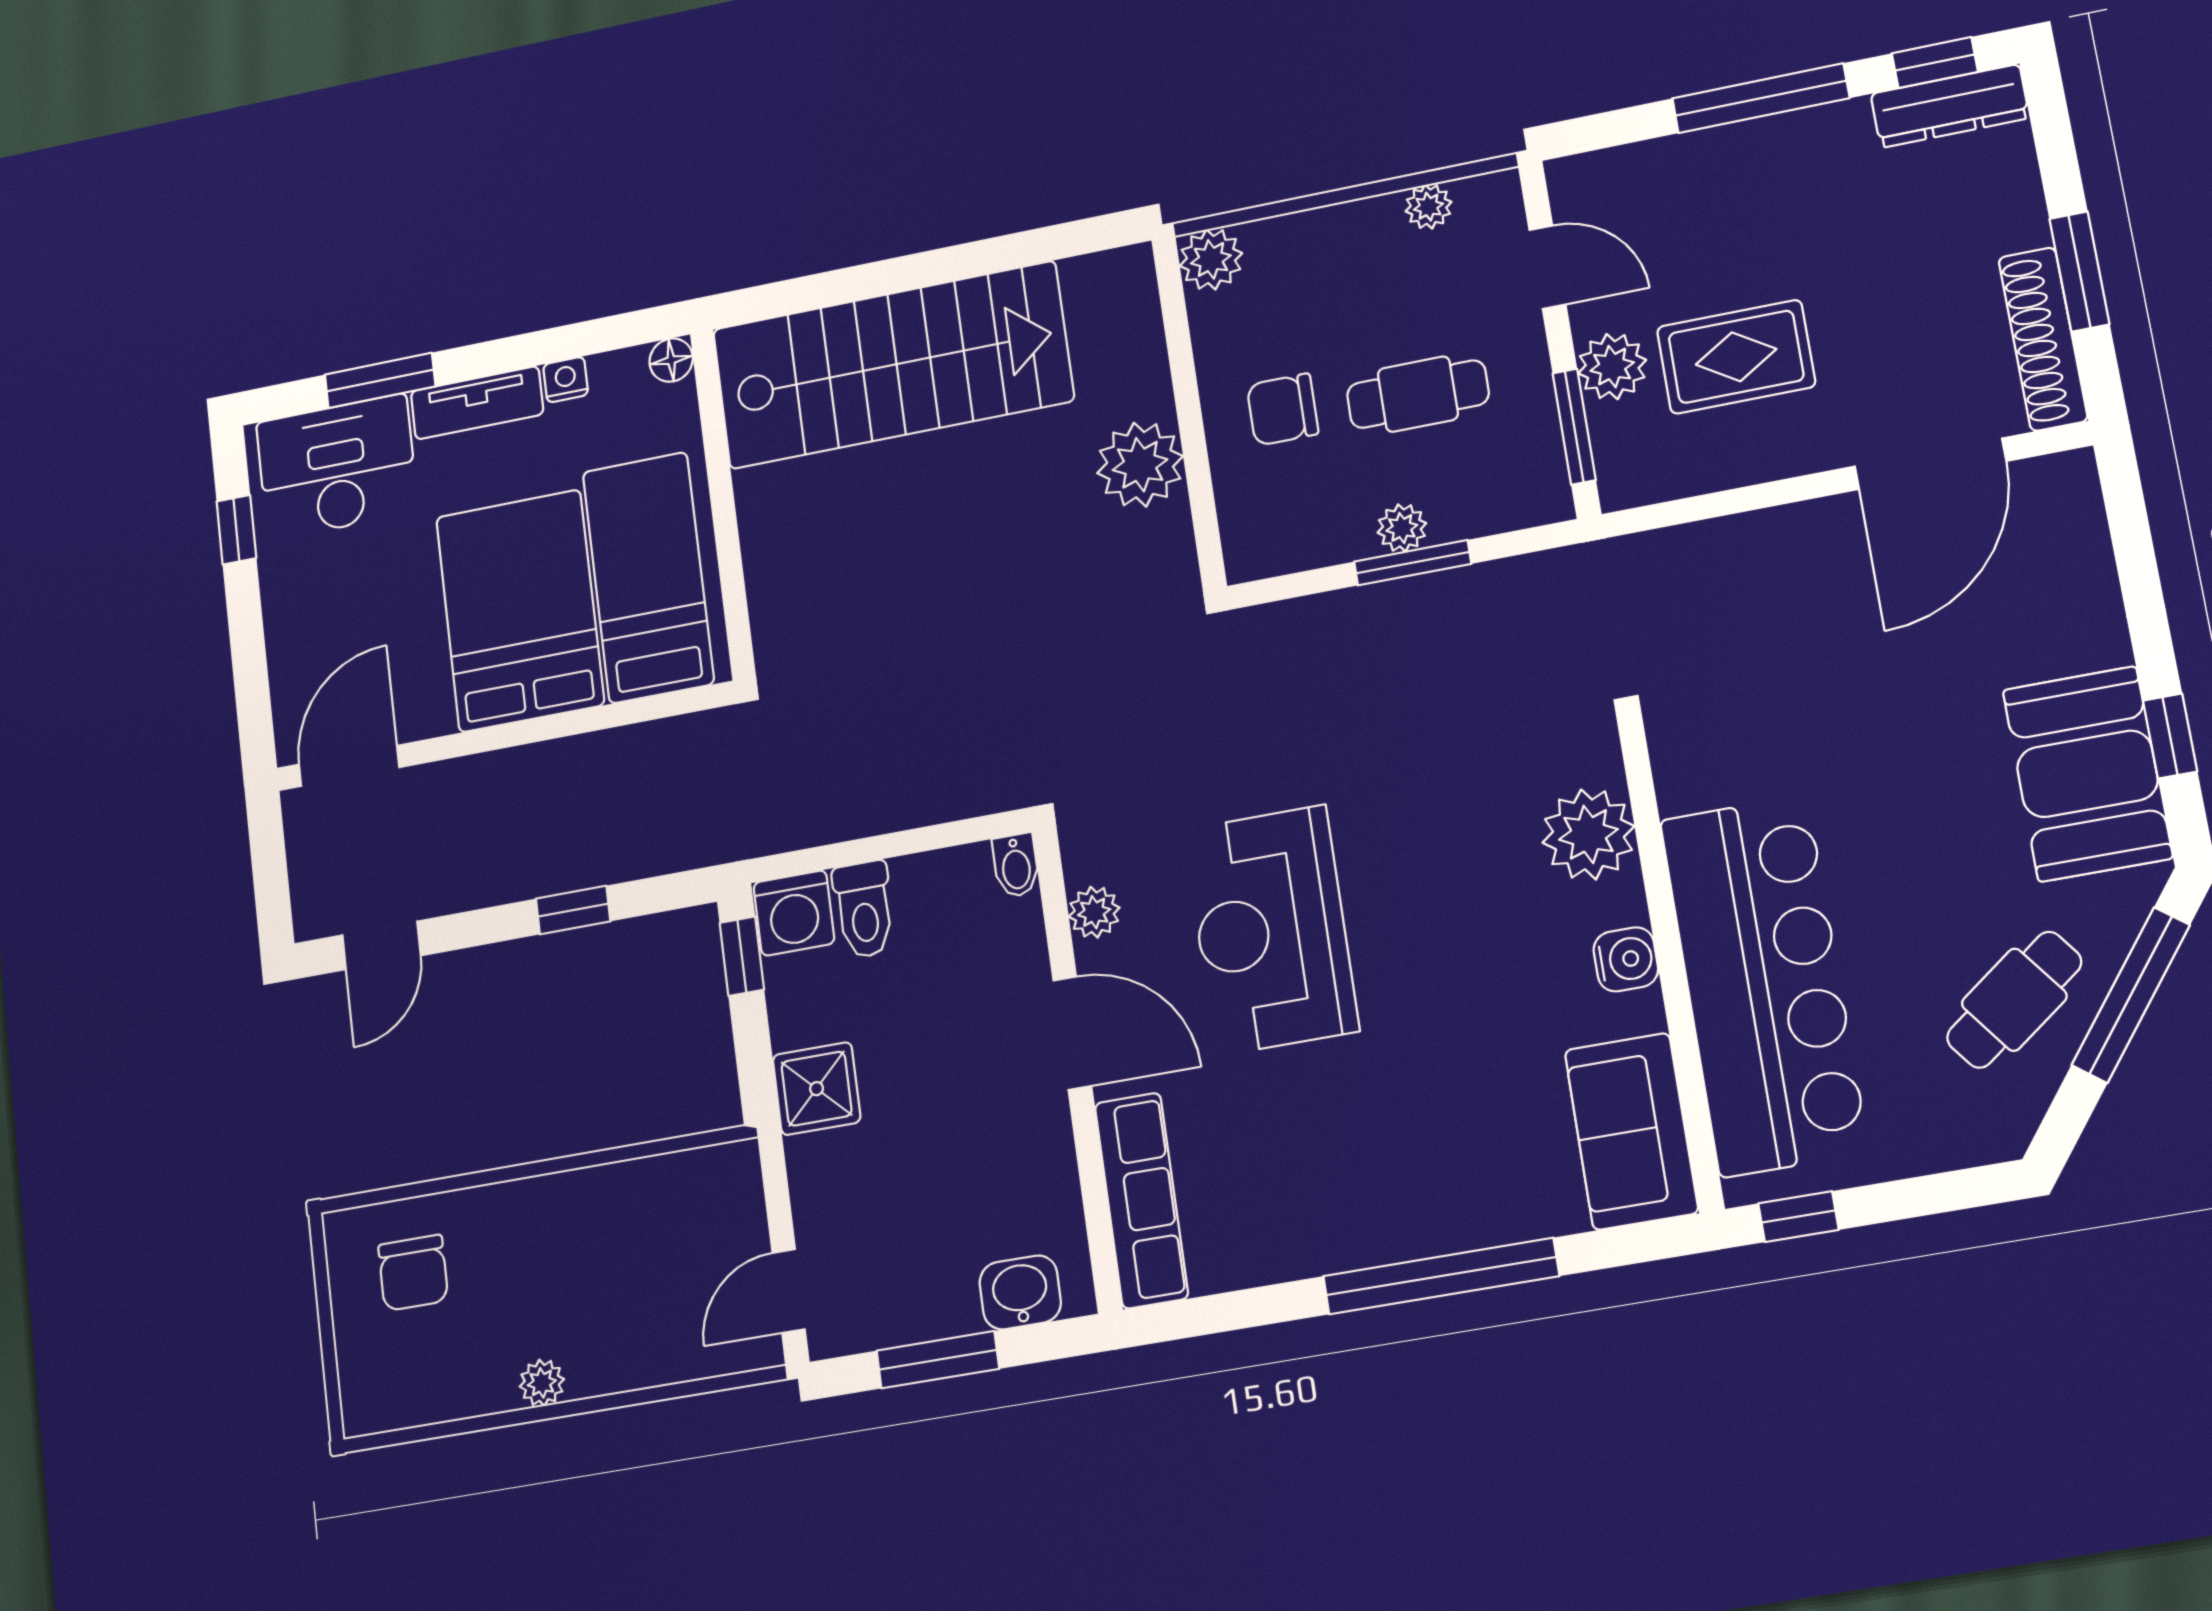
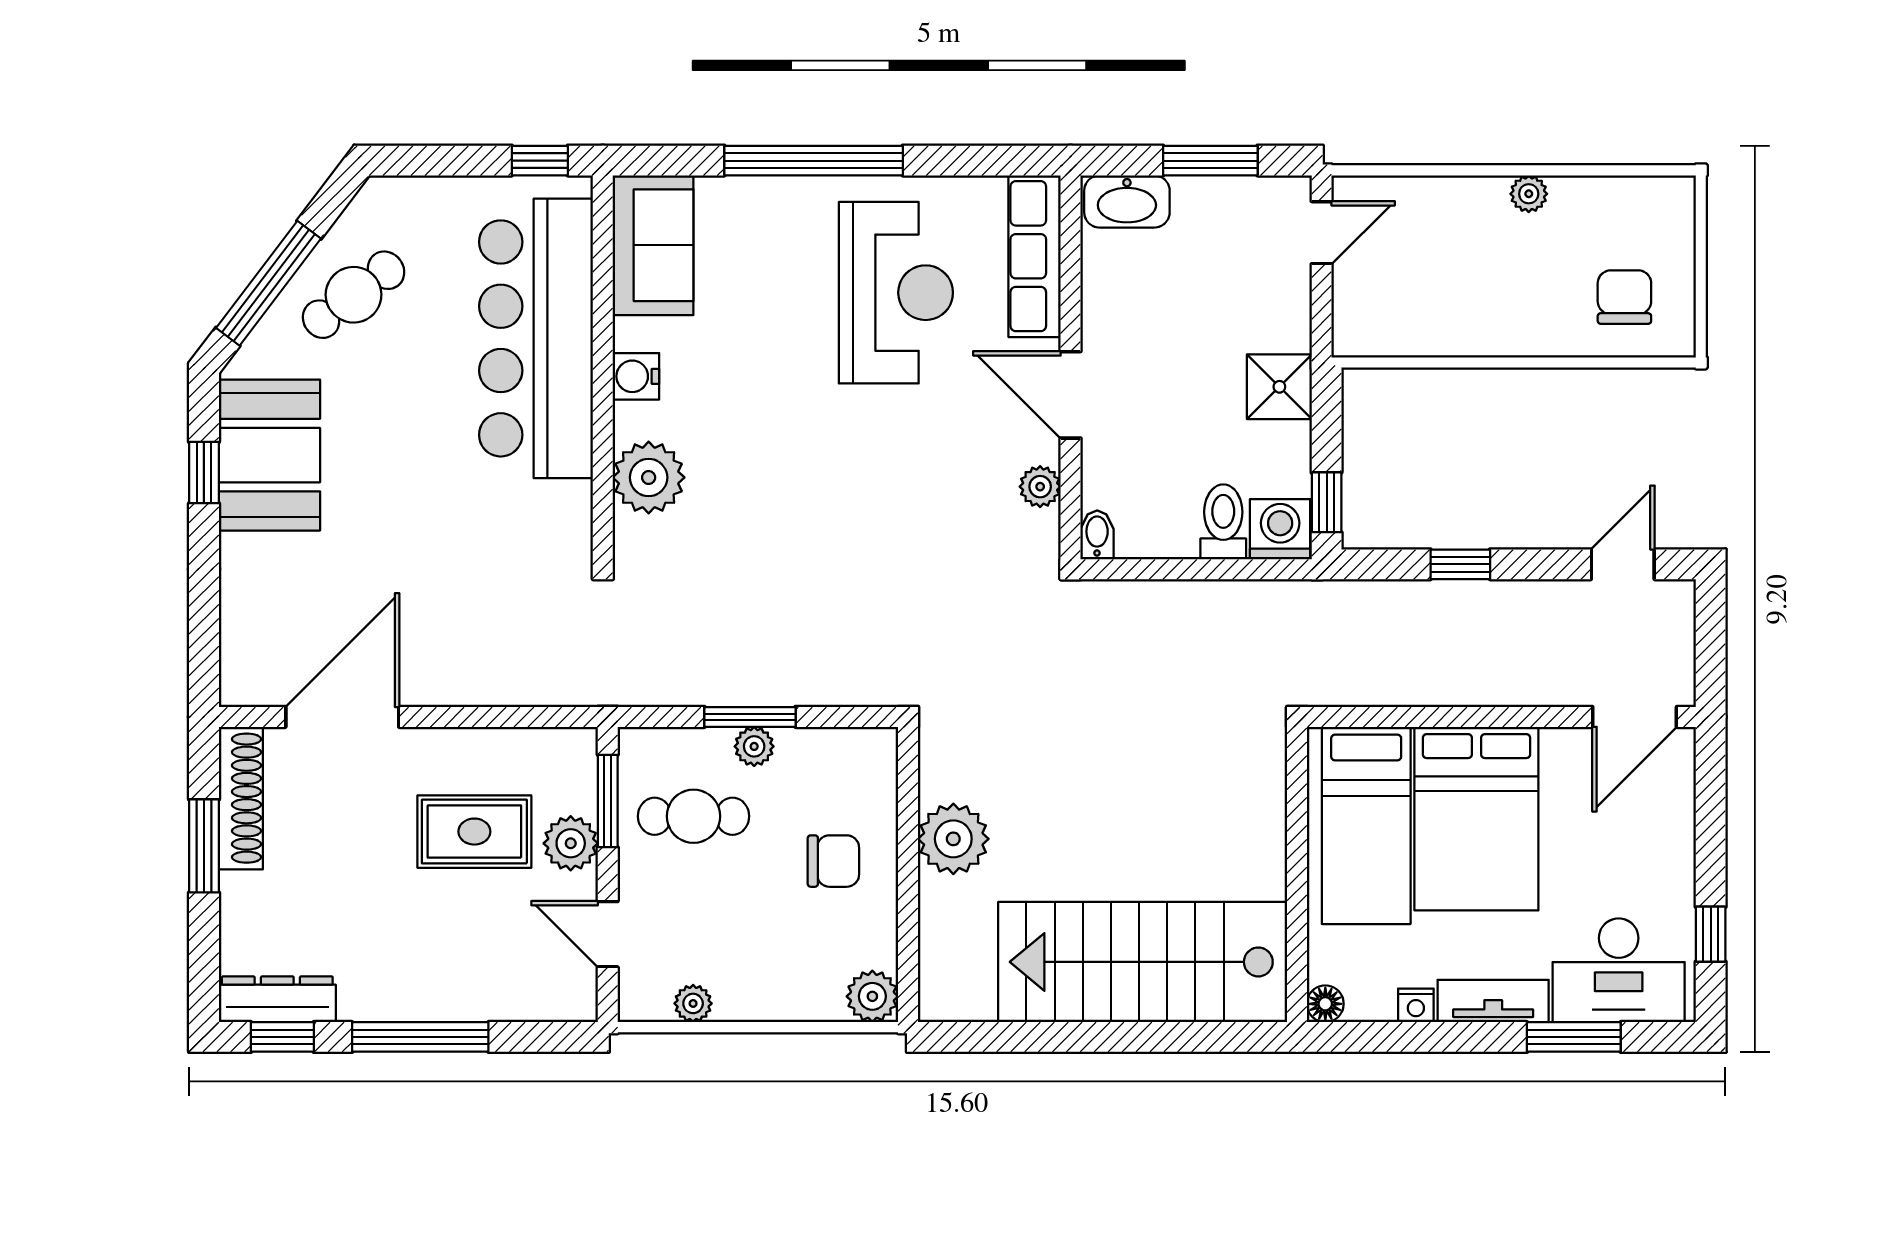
cafe table: (1418, 394) -> (694, 816), moved
reception desk: (1271, 930) -> (896, 293), moved
washbasin: (1020, 1292) -> (1127, 201), width x1.38

